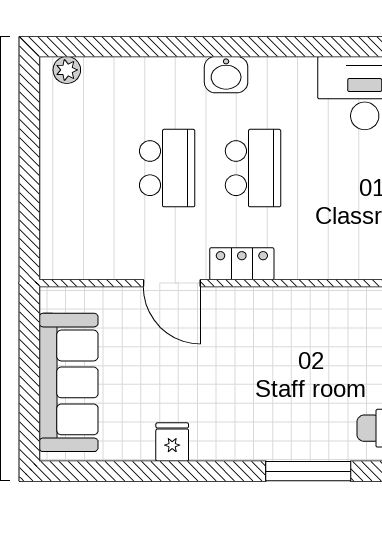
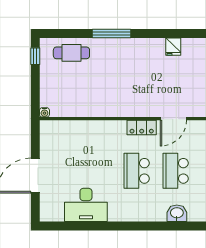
washbasin: (226, 75) -> (177, 213), moved
door: (172, 283) -> (173, 119), swing flipped

